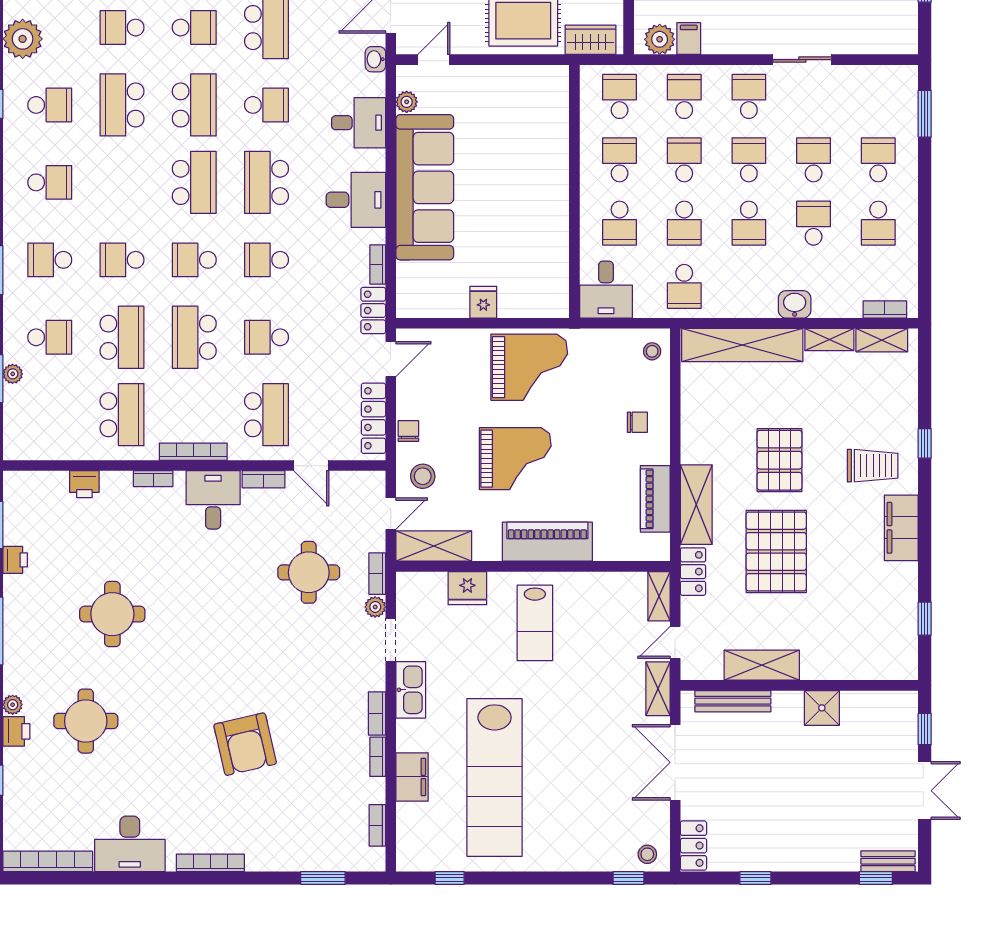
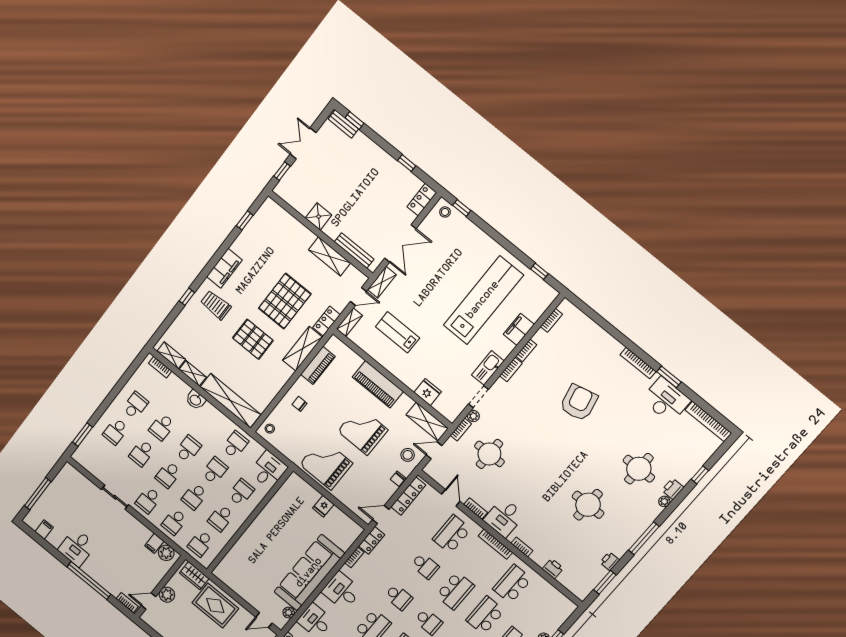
pallet: (779, 460) -> (253, 339), turned 90
lab bench: (535, 623) -> (398, 332), moved, turned -90
window: (323, 878) -> (669, 377), moved

